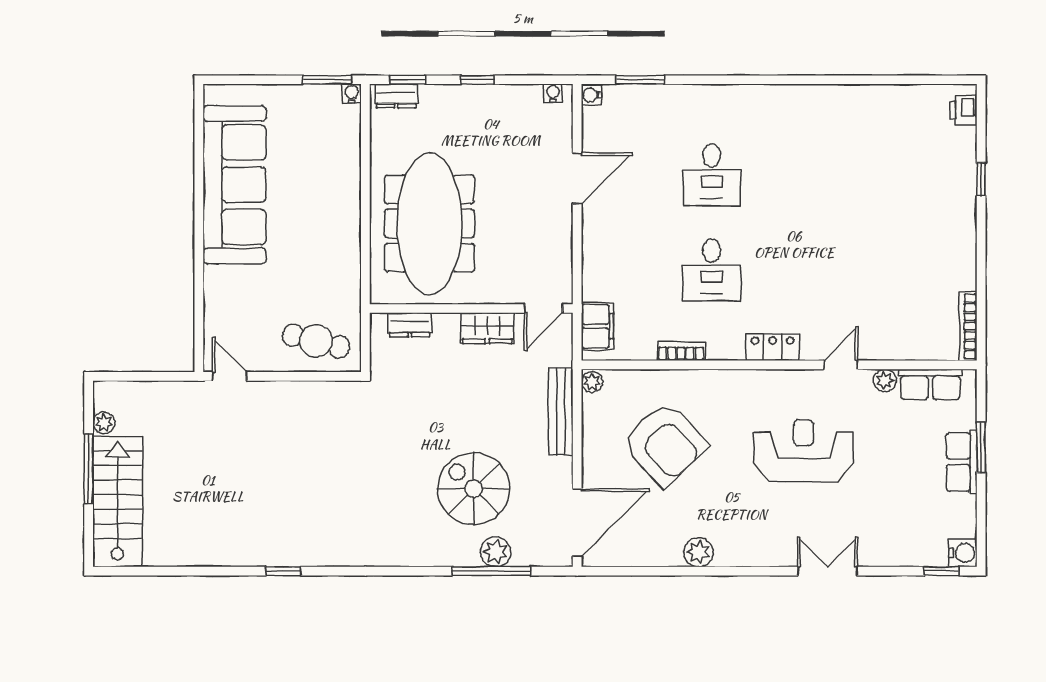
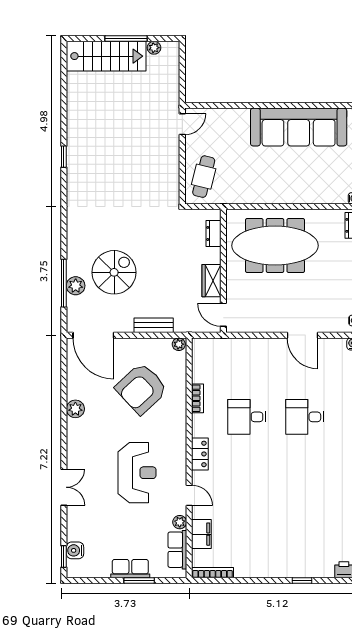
filing cabinet: (597, 326) -> (201, 534), moved, turned -90
bench: (561, 412) -> (154, 325), width x0.73
water cooler: (963, 553) -> (75, 550), moved, turned 90

